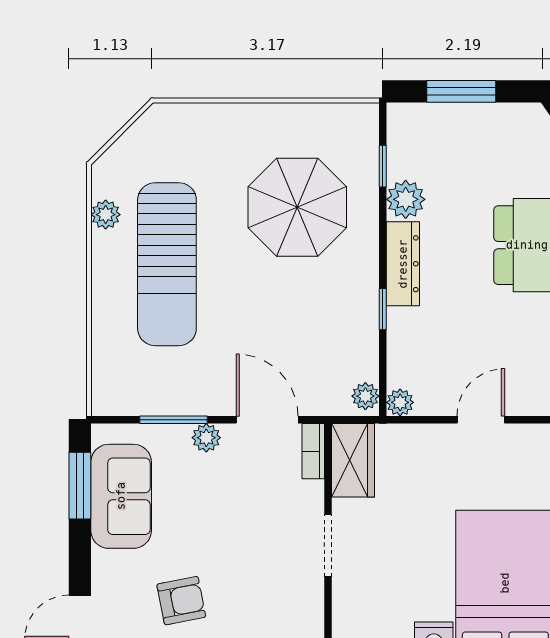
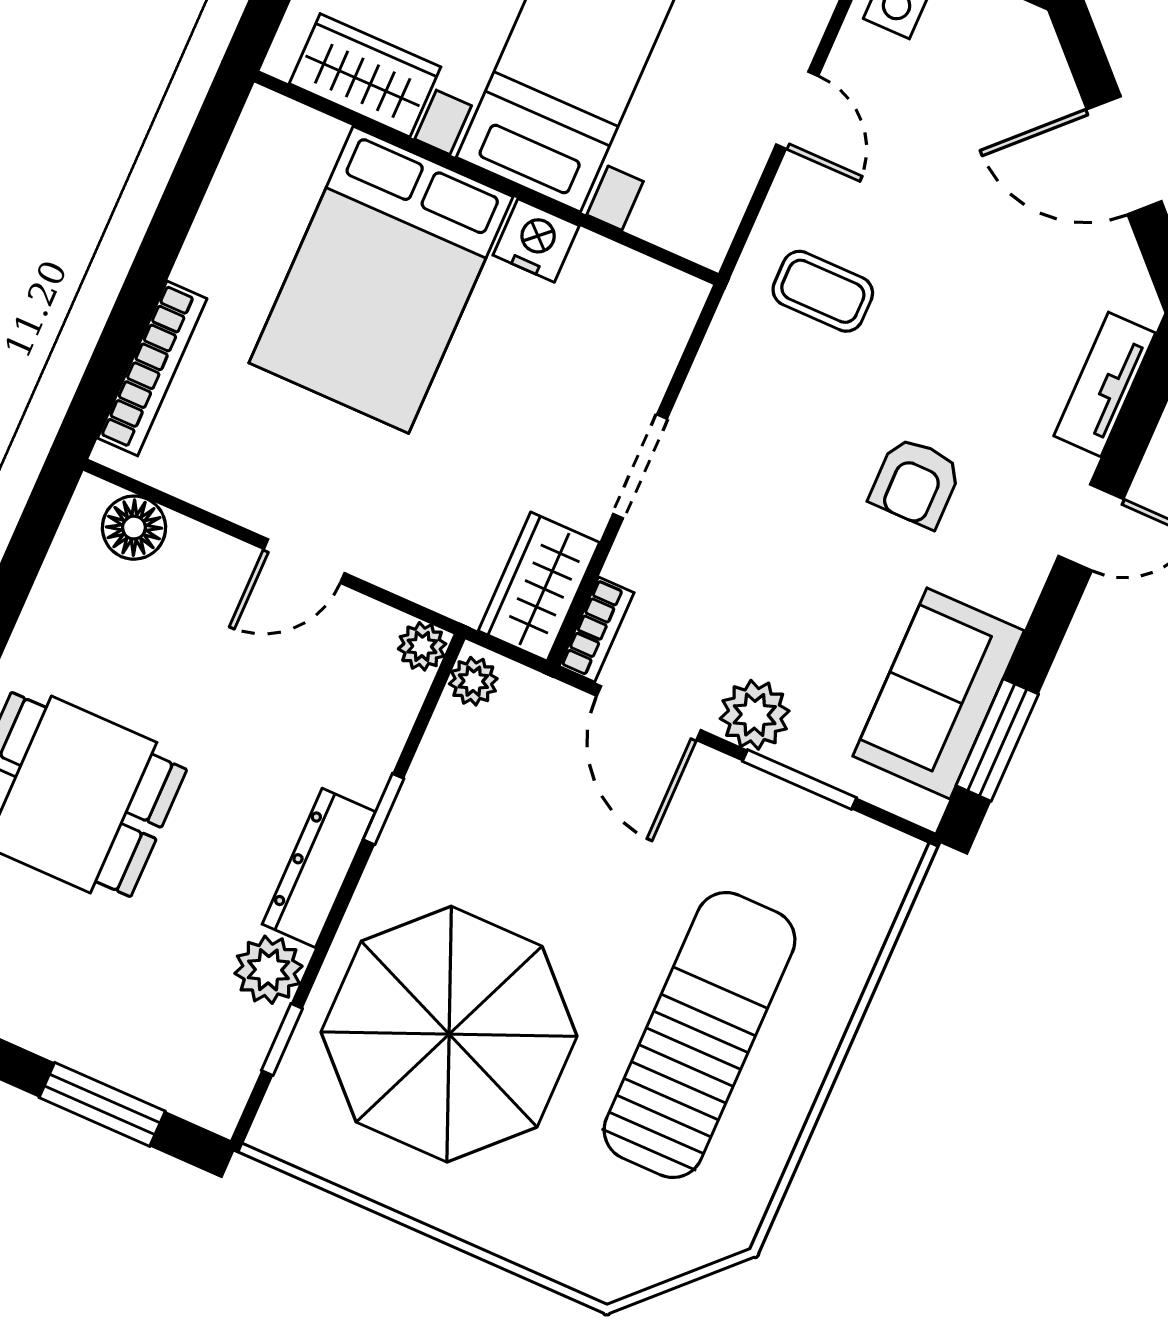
parasol: (297, 207) -> (449, 1034), width x1.36, depth x1.36
plant: (106, 215) -> (763, 1159), removed
plant: (206, 438) -> (755, 715), width x1.38, depth x1.38
armchair: (181, 601) -> (916, 482), turned -79

